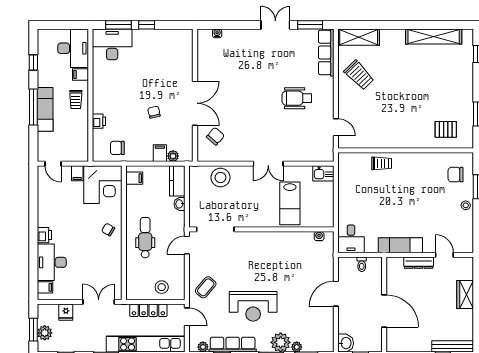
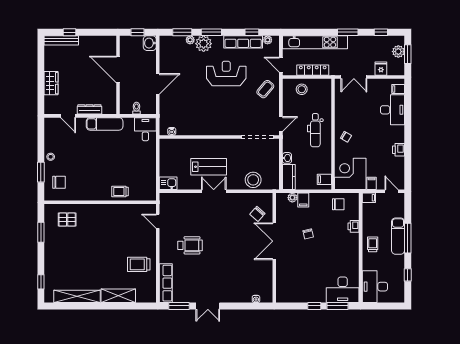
shelving: (359, 37) -> (118, 296), moved
filing cabinet: (80, 75) -> (369, 198), moved
trolley: (359, 75) -> (139, 264), turned -46
lab bench: (290, 203) -> (209, 167), moved, turned 90
printer: (44, 235) -> (399, 150), moved

